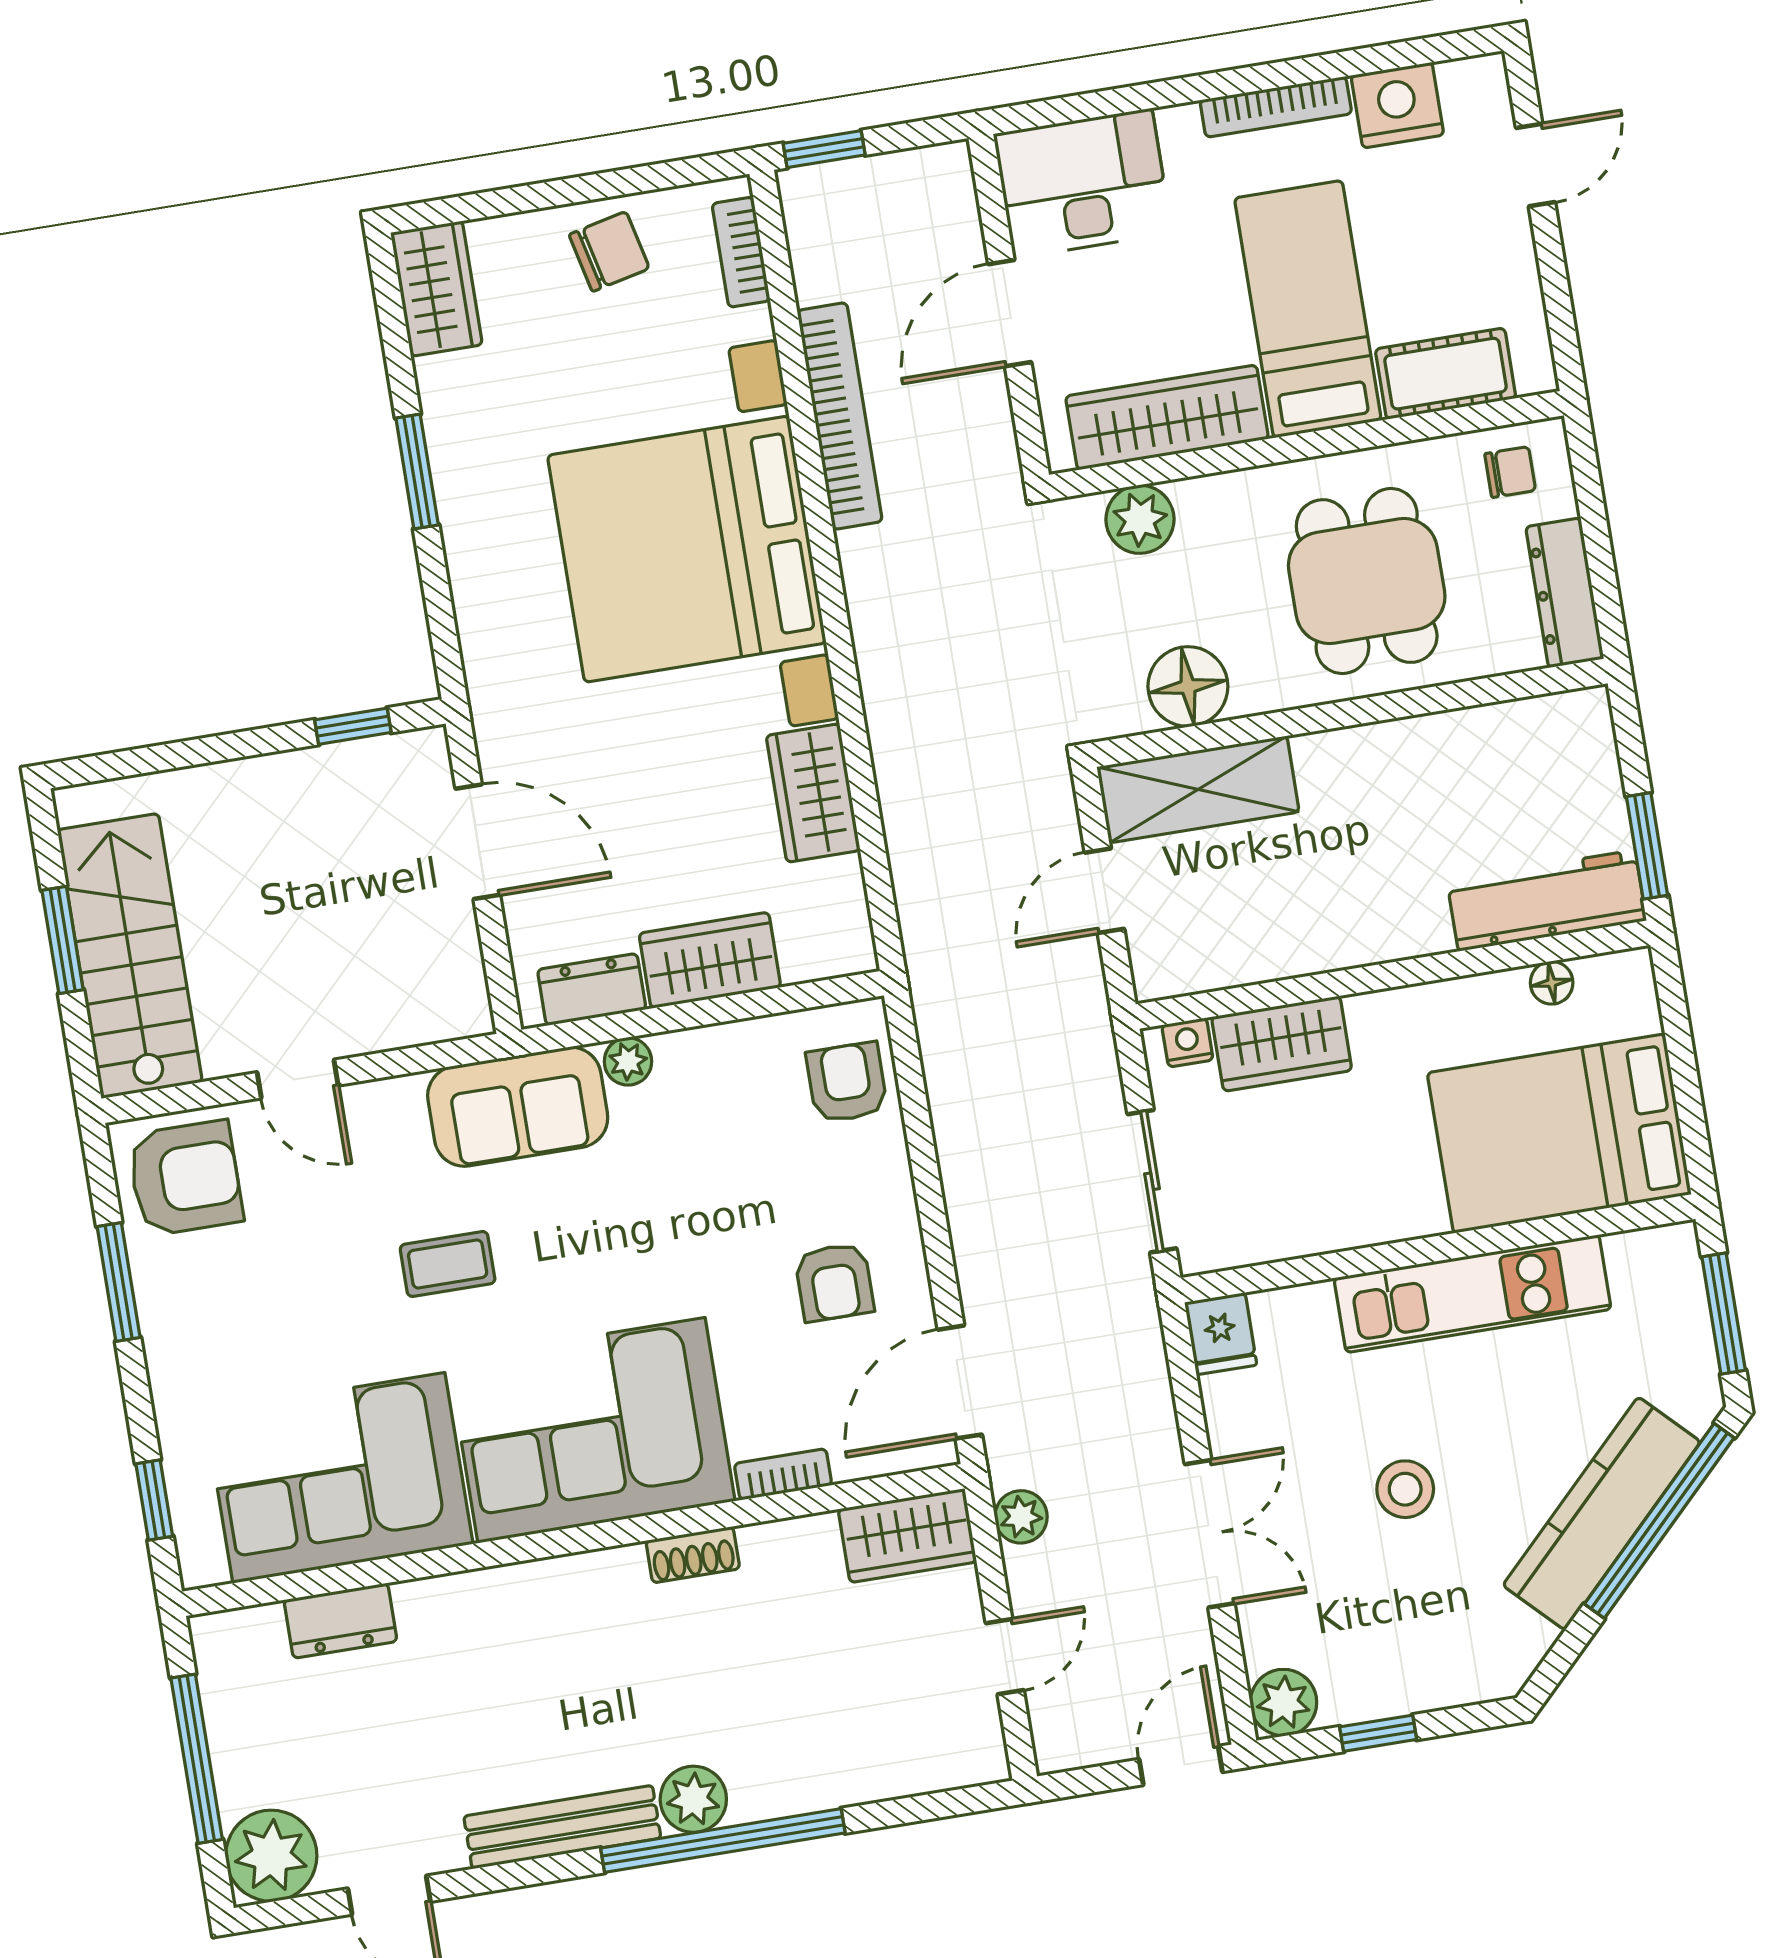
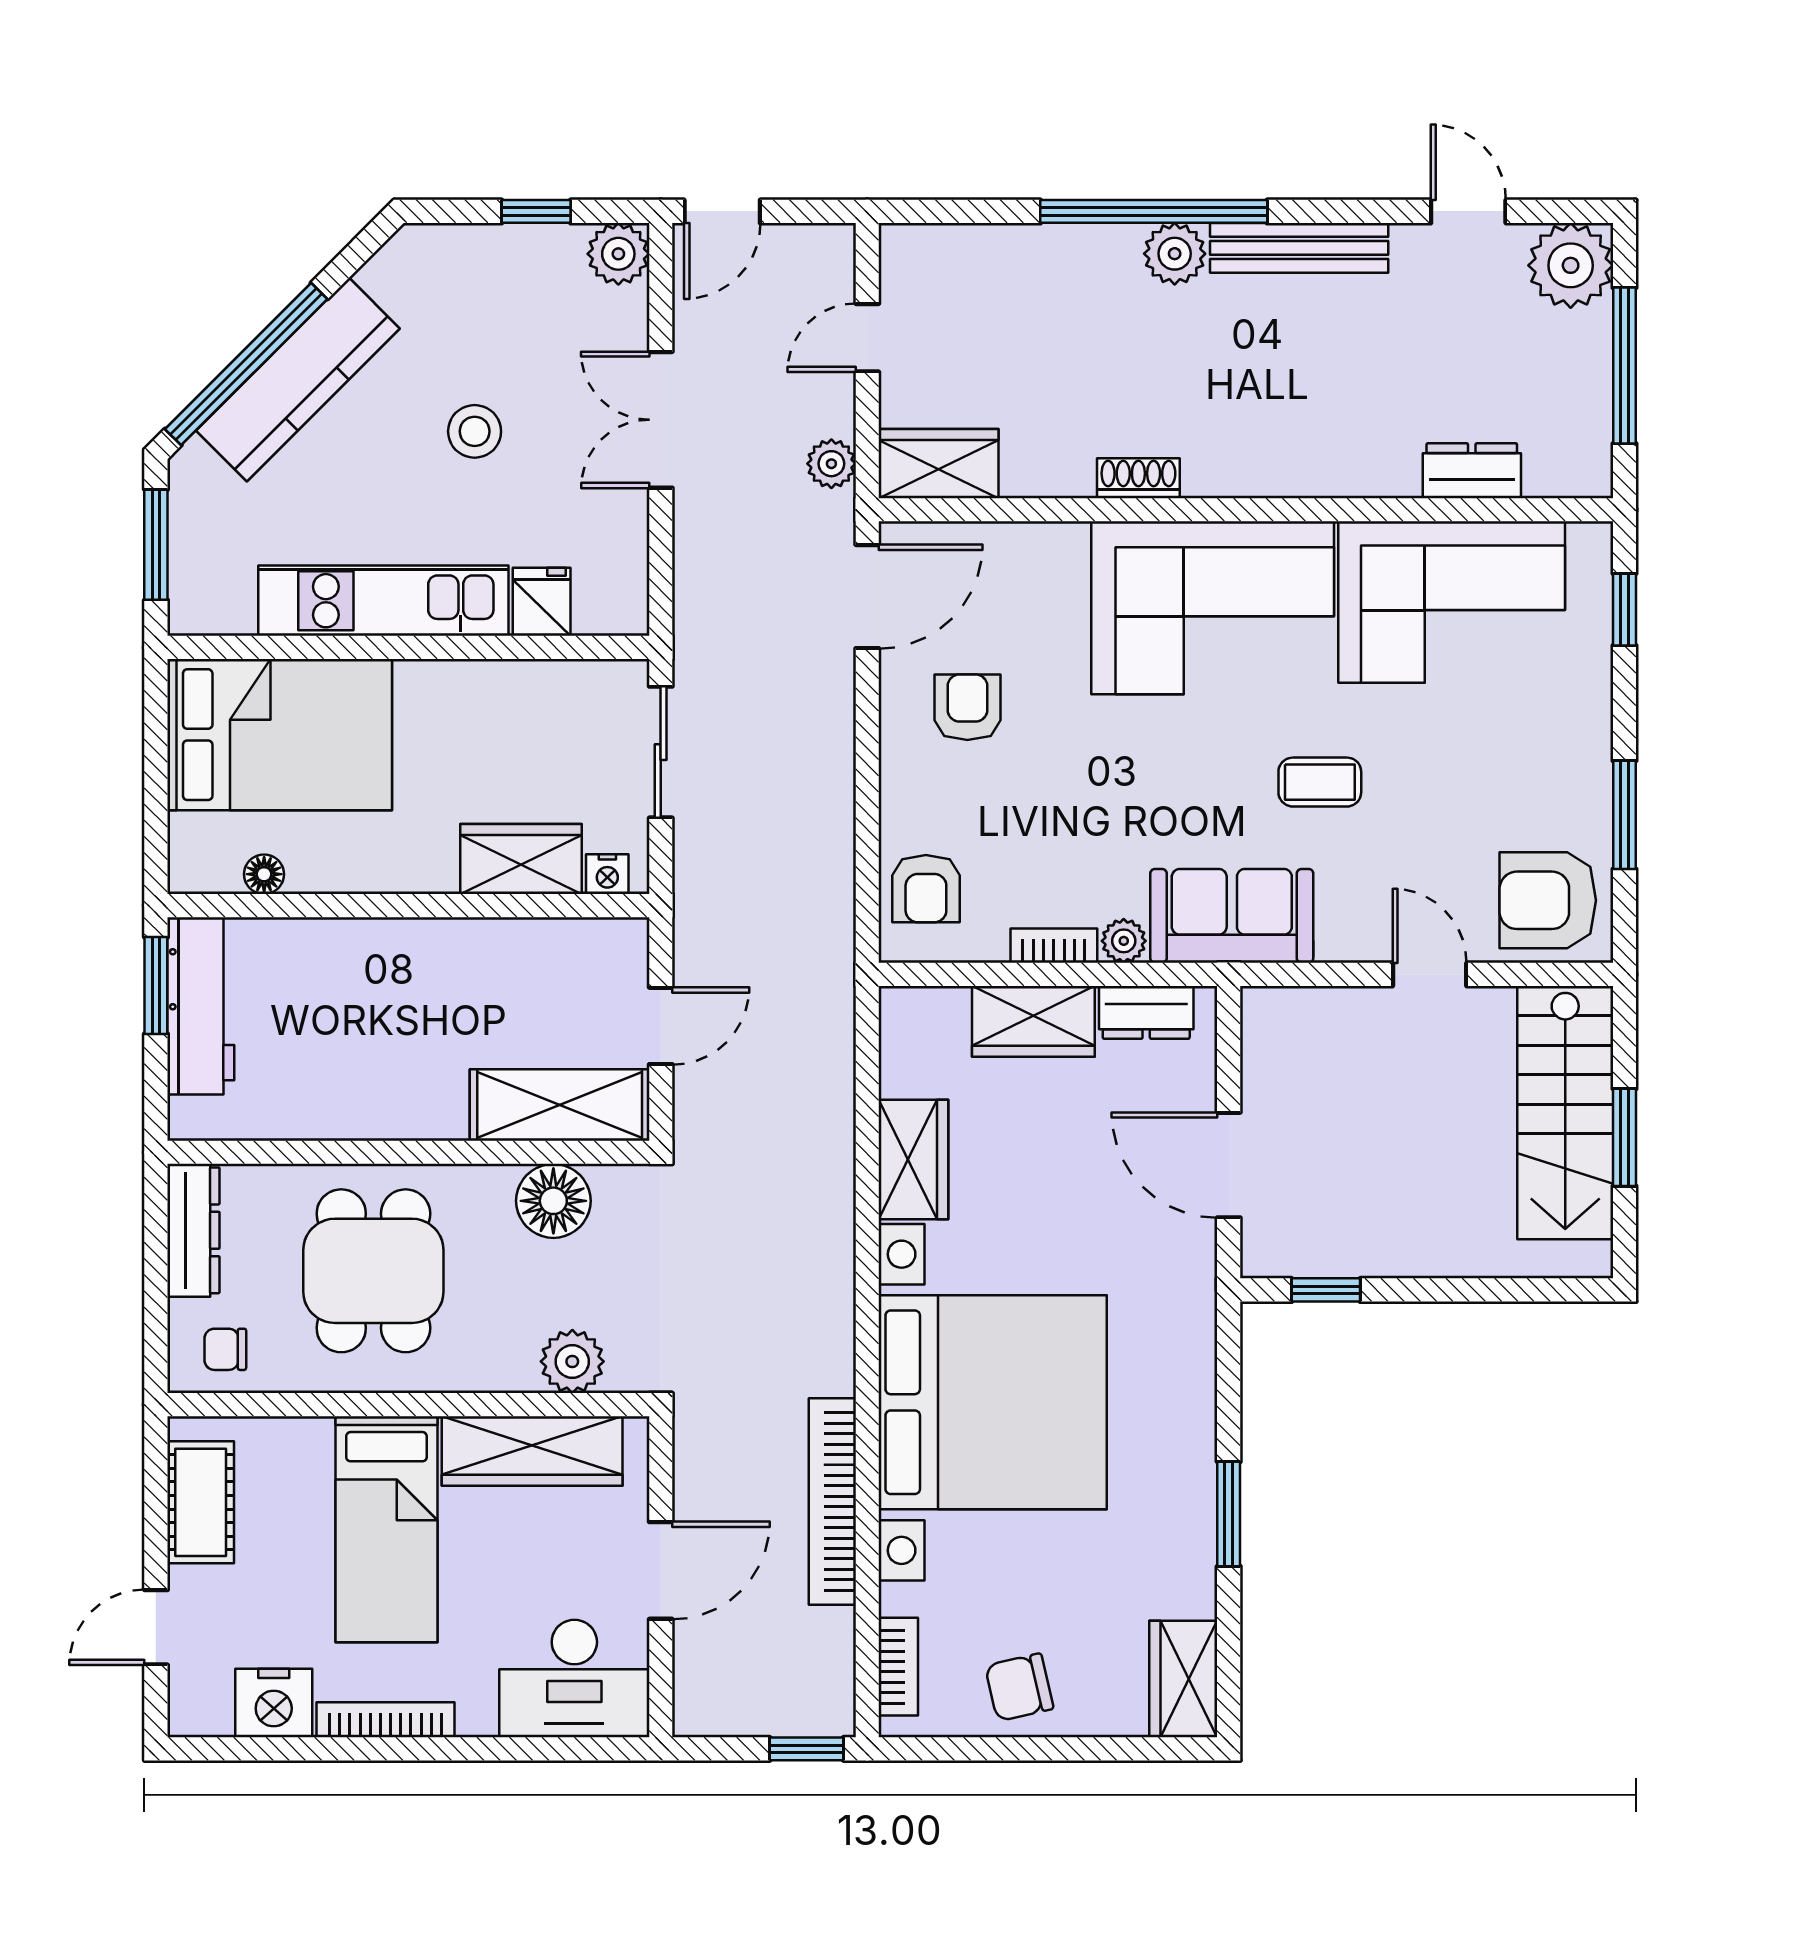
cot: (1446, 374) -> (201, 1502), moved, turned 90
workbench: (1547, 901) -> (201, 1006), moved, turned -90
fridge: (1221, 1334) -> (542, 602), moved
bookcase: (783, 1474) -> (1054, 946), moved, turned 180

